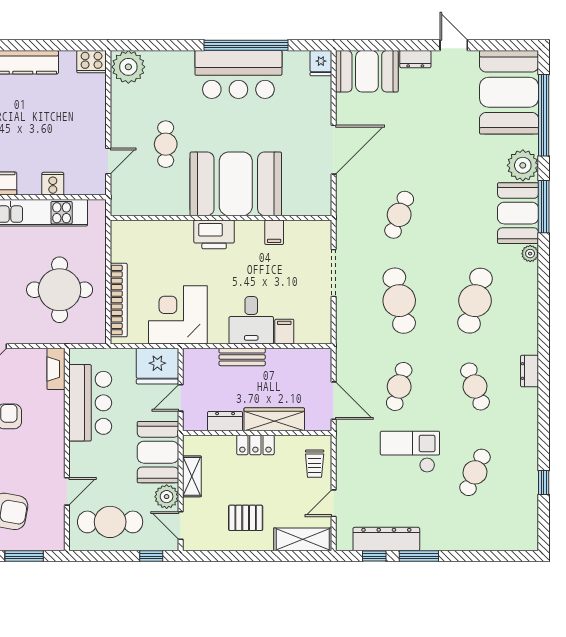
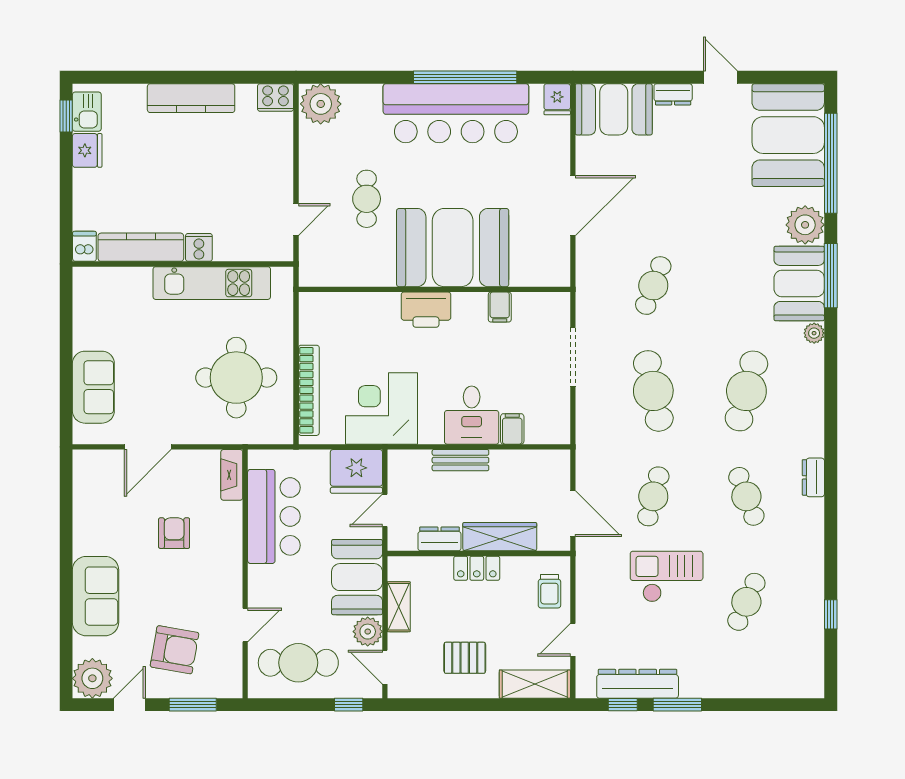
bar counter: (238, 74) -> (456, 113), width x1.36
cooker: (53, 184) -> (199, 247), moved

